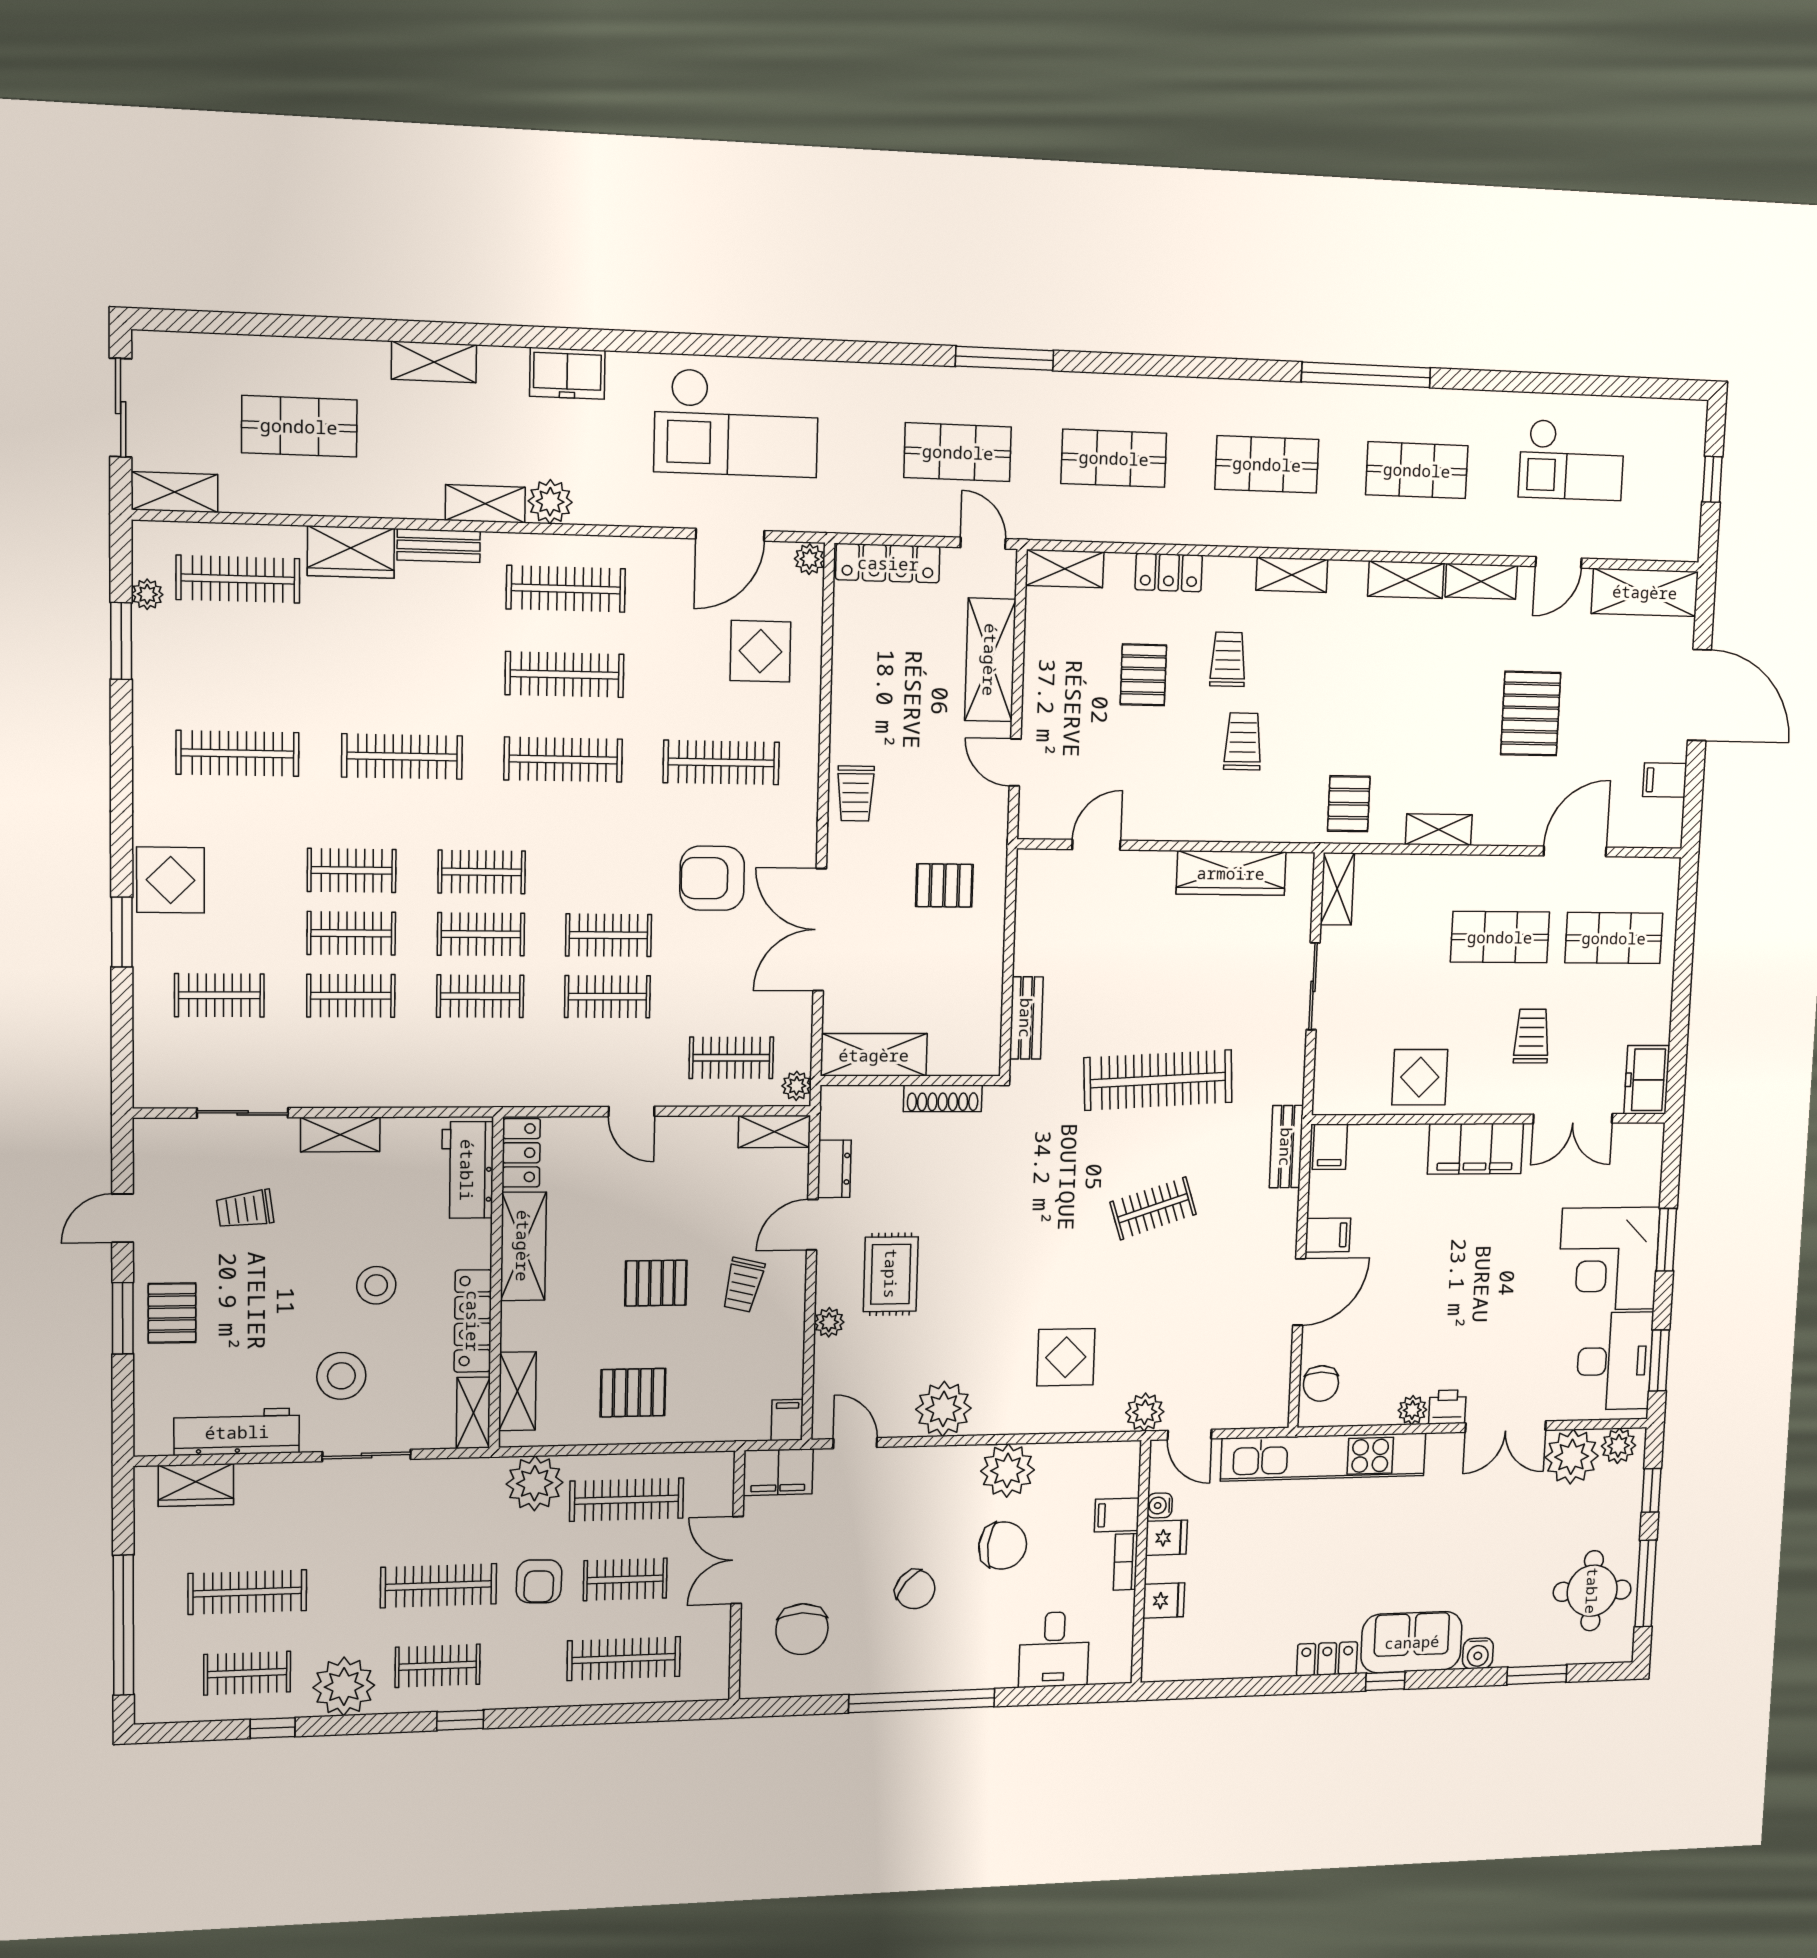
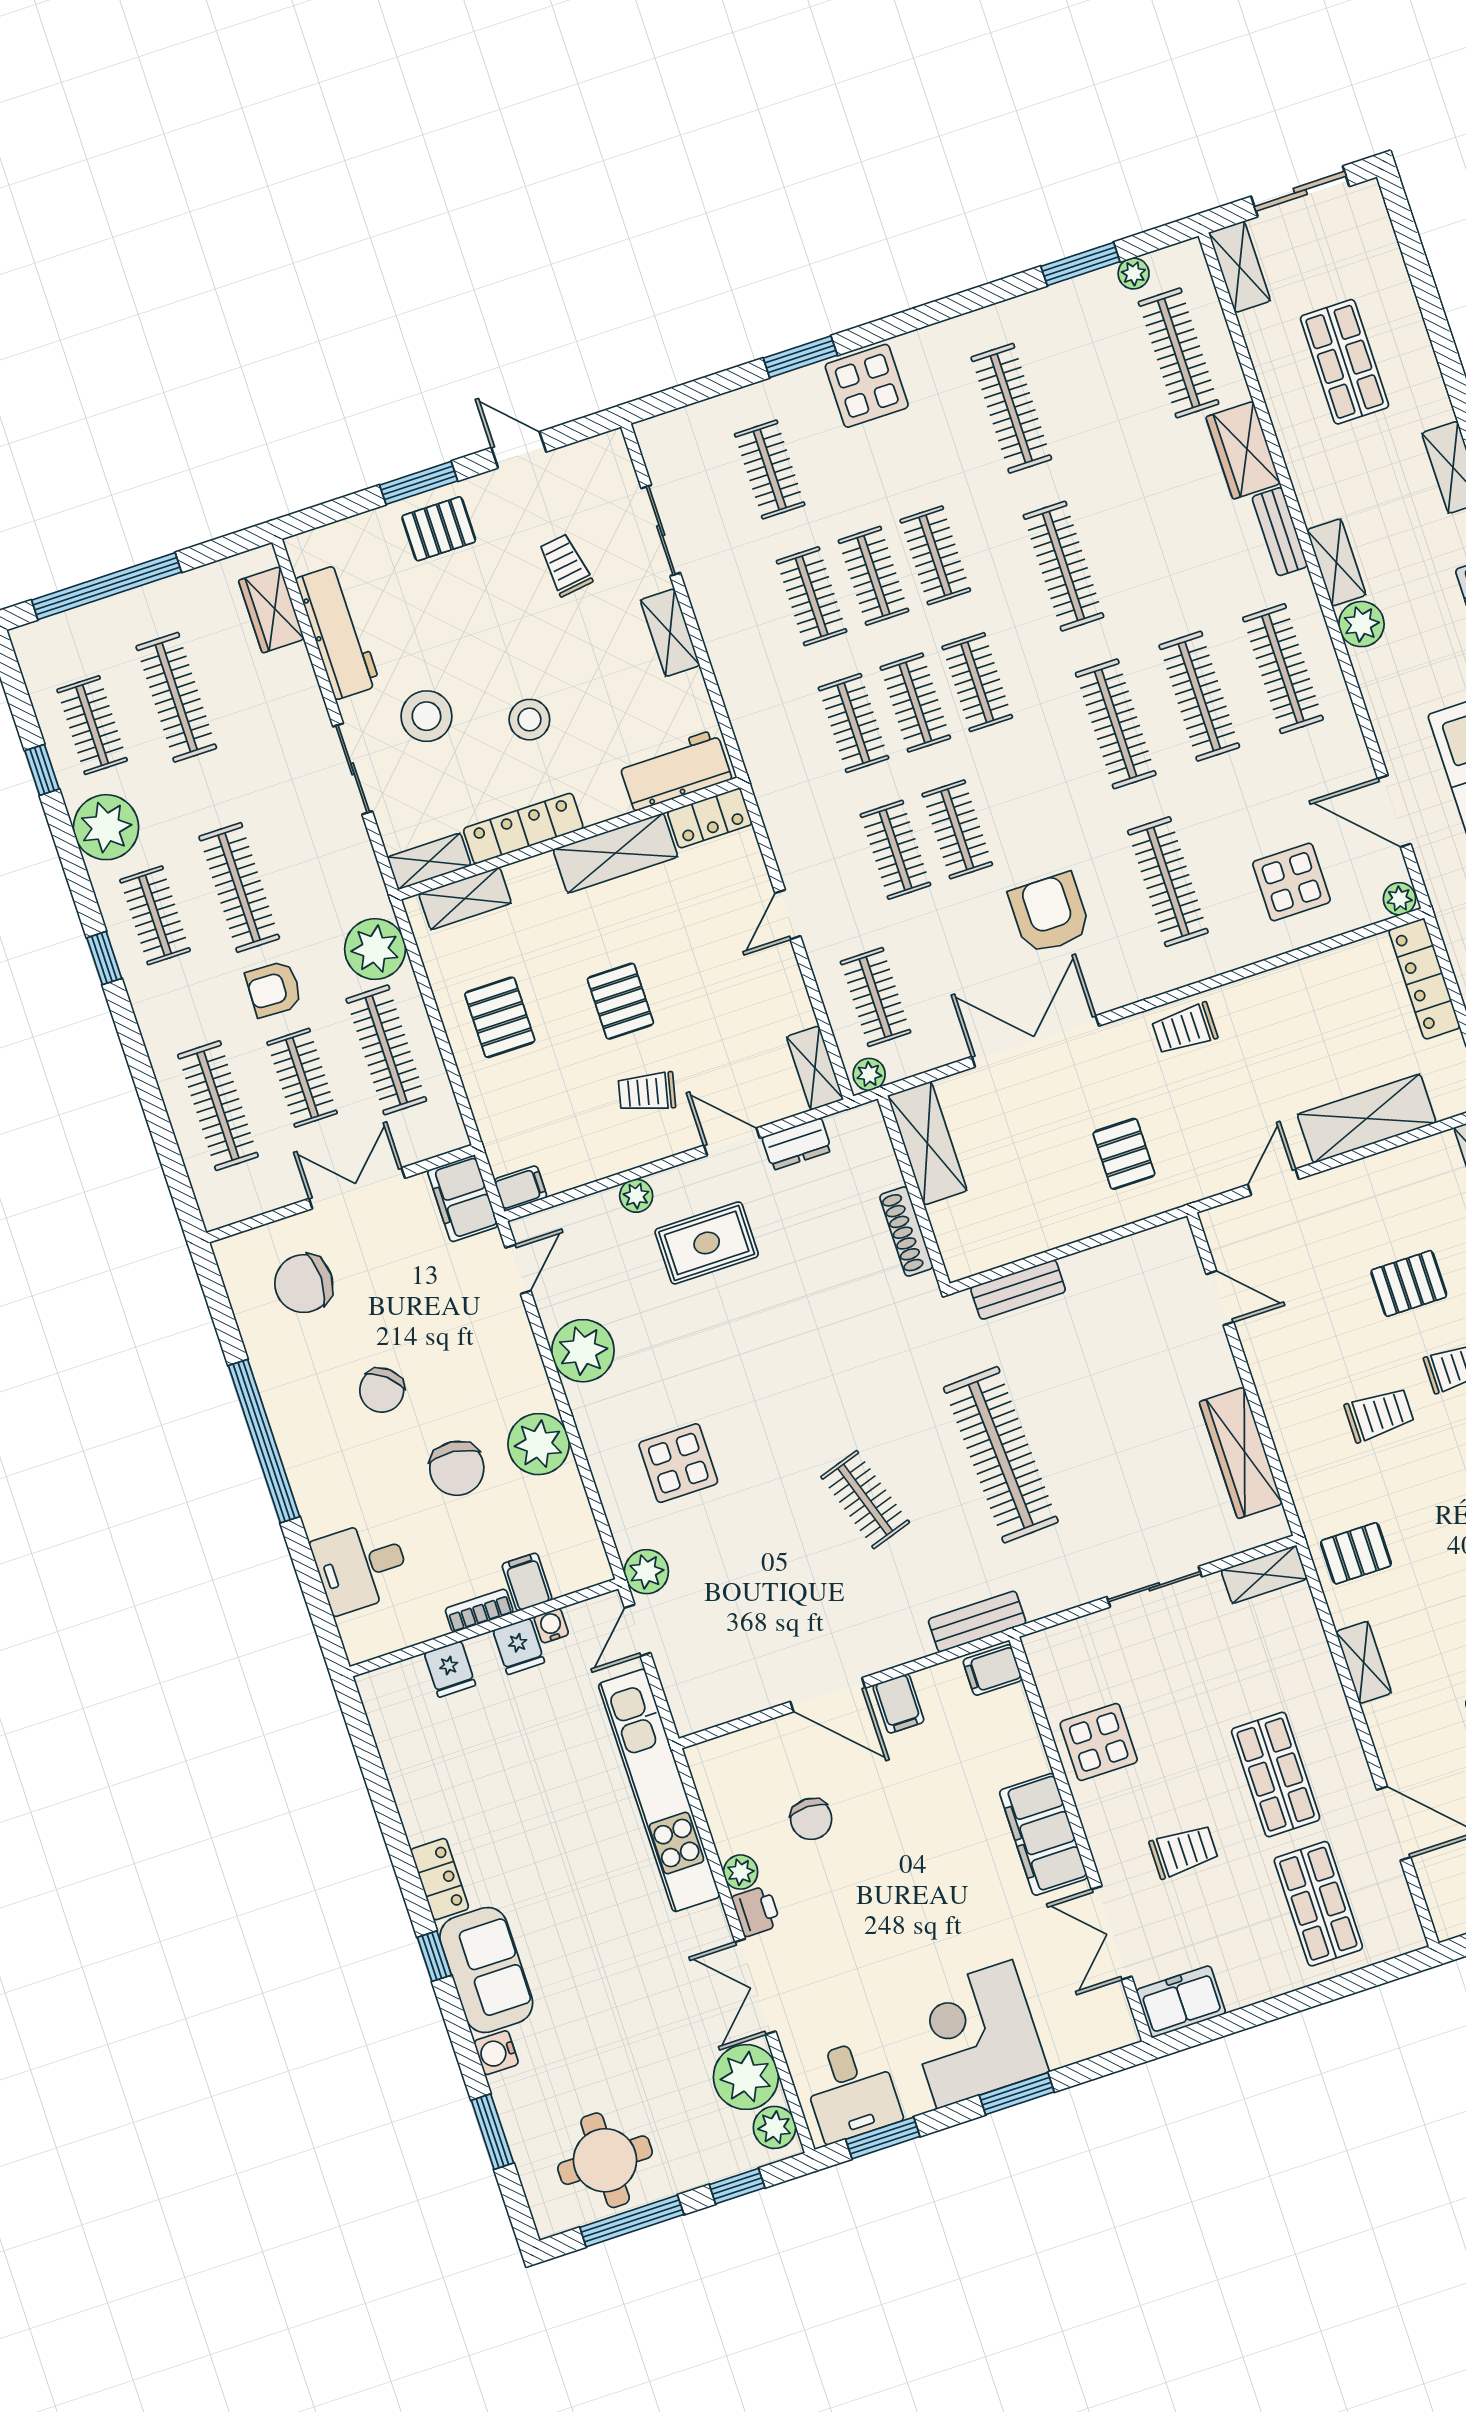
desk: (1615, 1361) -> (851, 2091), width x0.73
chair: (1321, 1383) -> (811, 1819), moved, turned -90

